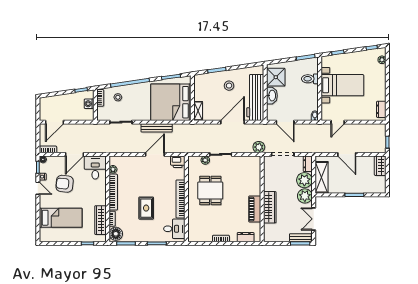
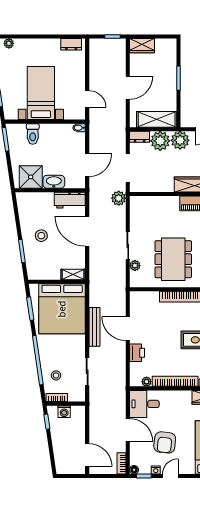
workbench: (255, 97) -> (70, 200), width x0.53, depth x0.76
printer: (178, 162) -> (137, 353), moved
dining table: (210, 190) -> (173, 259), width x1.38

